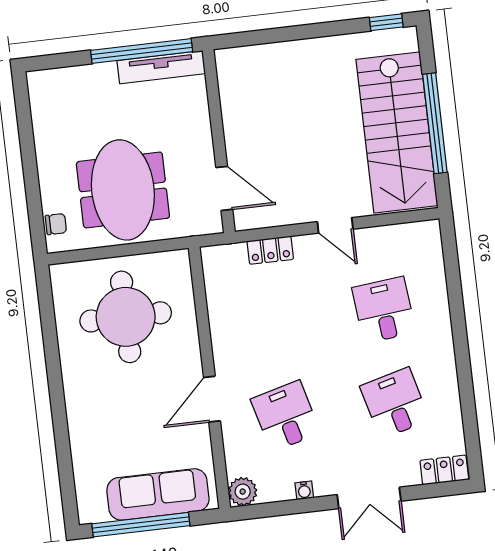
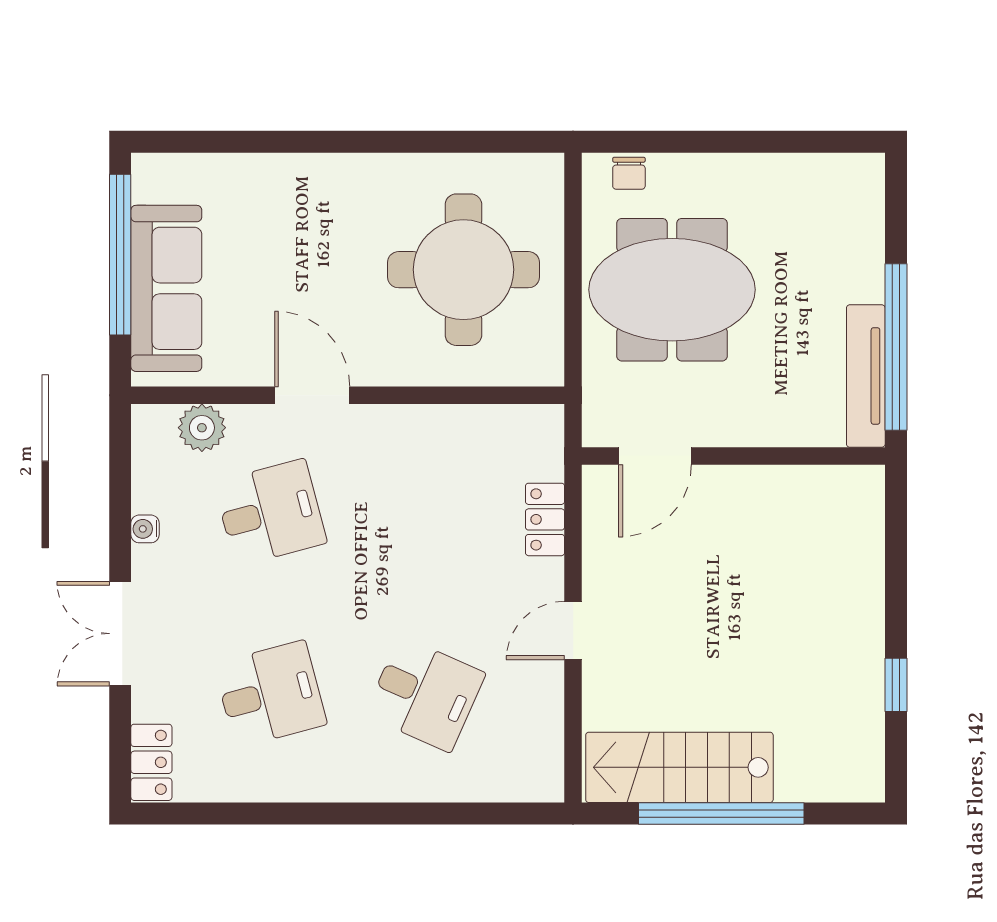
window: (386, 22) -> (896, 685), moved
stairs: (397, 132) -> (679, 767), width x0.73, depth x0.66
desk: (384, 310) -> (425, 694), turned 30
plant: (243, 492) -> (202, 428), moved

